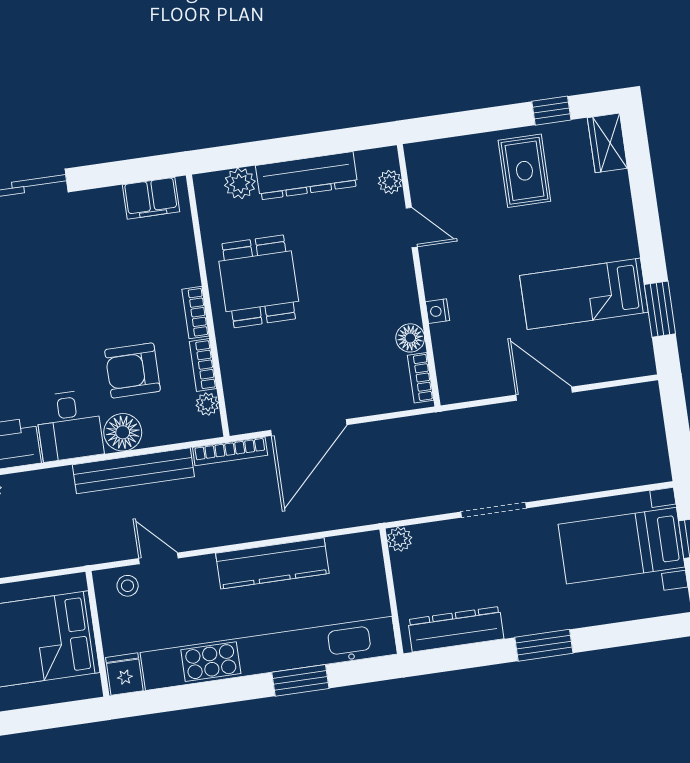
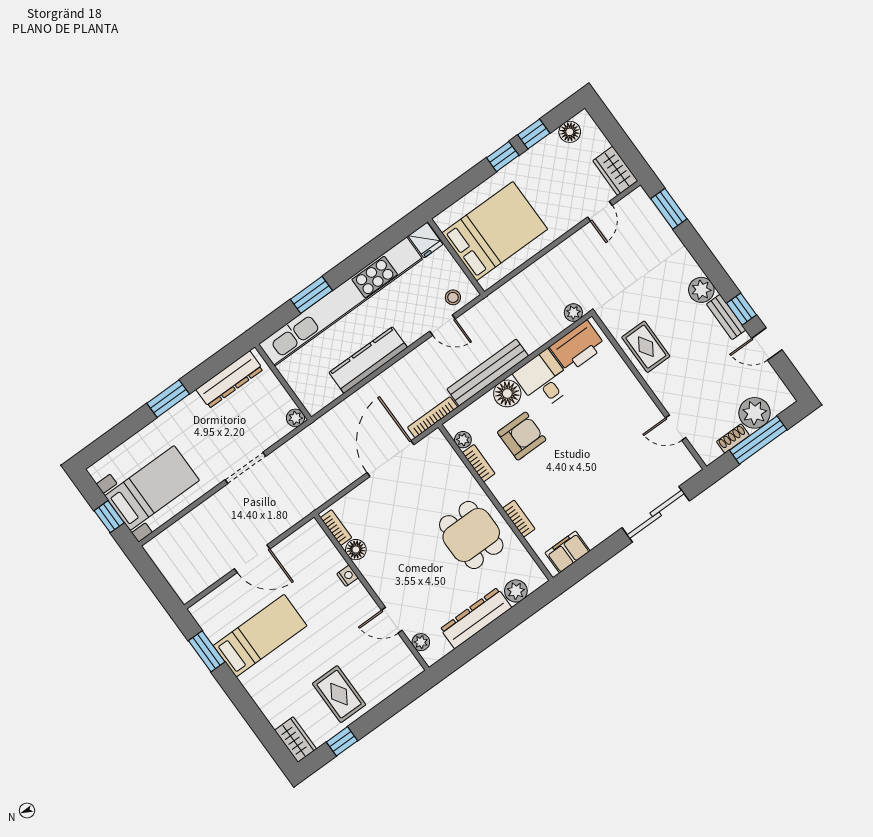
bookcase: (196, 313) -> (519, 519), moved

